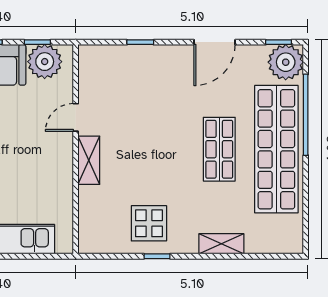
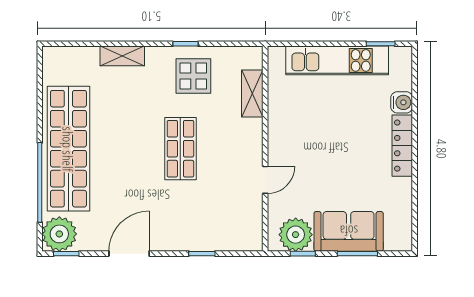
shop shelf: (219, 149) -> (180, 149), moved
shelving: (89, 160) -> (252, 94), moved

